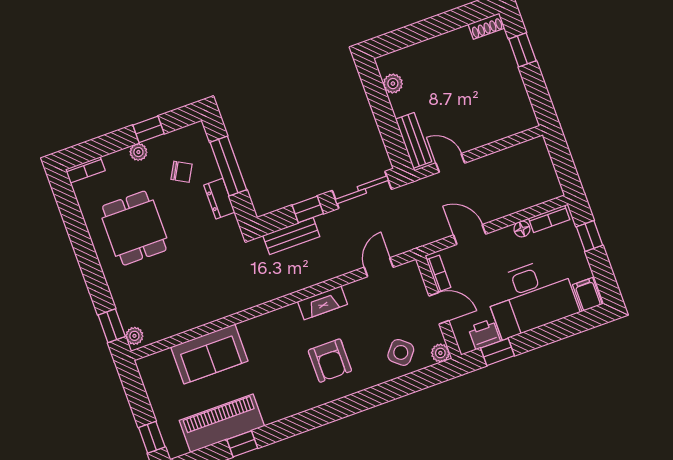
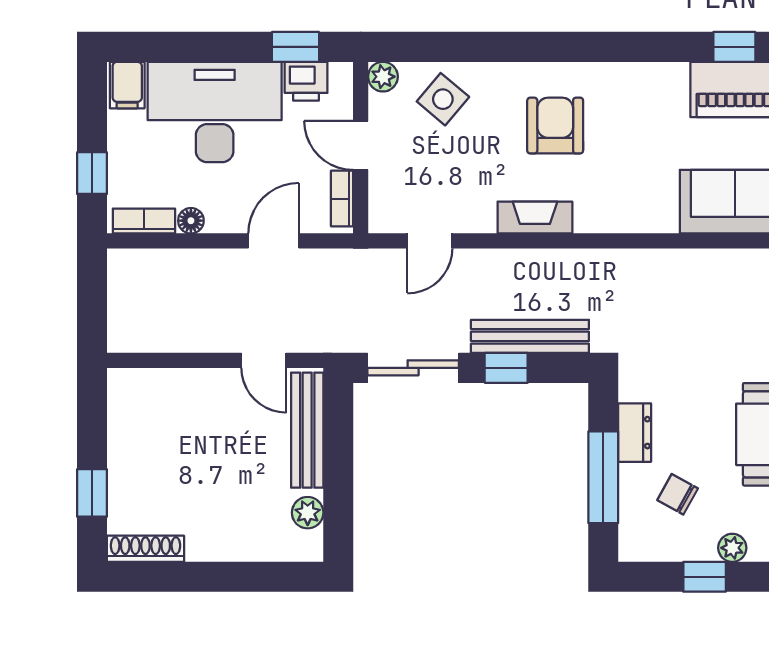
shoe rack: (486, 26) -> (145, 549), width x1.43
bench: (414, 140) -> (307, 430), width x1.36
door: (470, 234) -> (274, 241), swing flipped
bench: (291, 236) -> (530, 336), width x1.36

